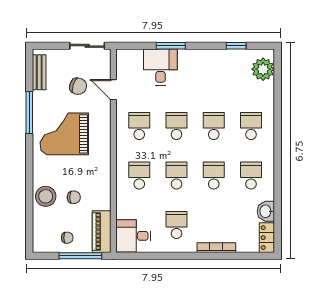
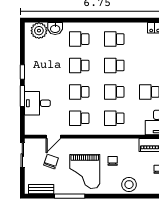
window: (236, 46) -> (22, 72), moved
chair: (74, 197) -> (113, 161), moved
washbasin: (266, 211) -> (55, 29), moved

